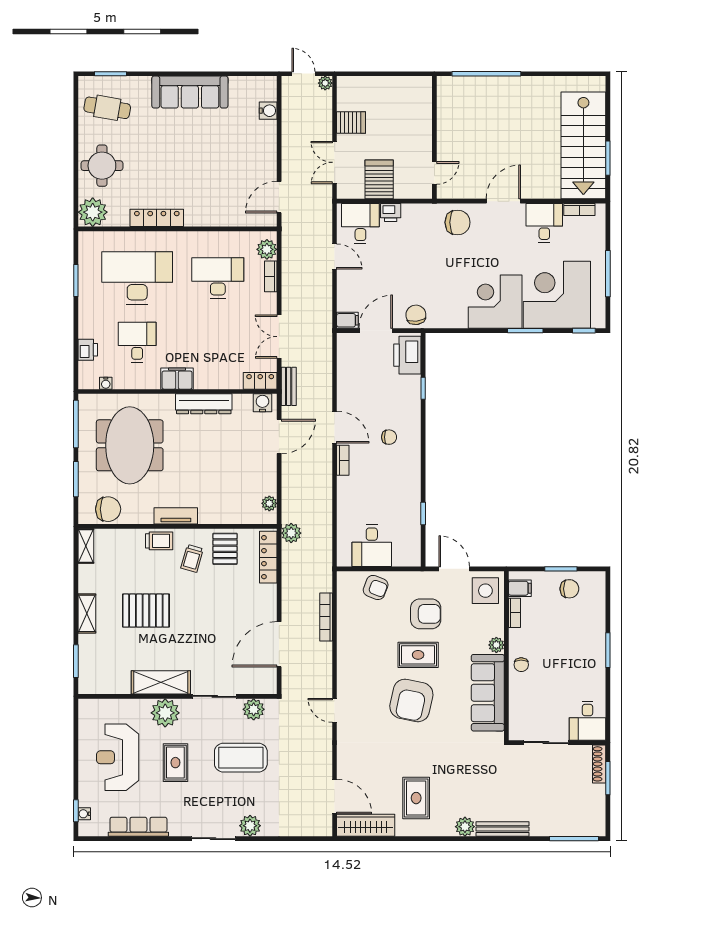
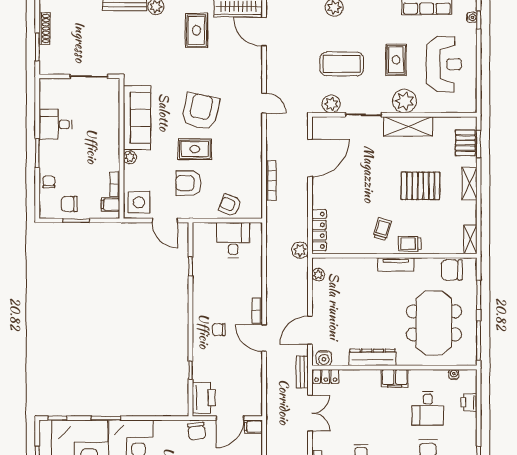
pallet: (225, 549) -> (465, 143), moved
chair: (521, 665) -> (49, 182), moved
desk: (588, 721) -> (55, 124), moved, turned -90
shoe rack: (599, 764) -> (45, 29), moved

